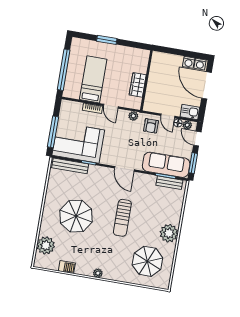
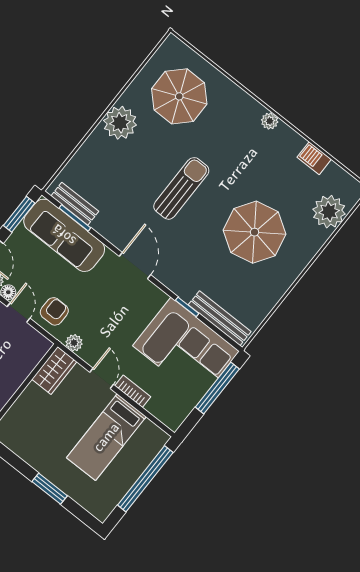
wardrobe: (138, 85) -> (54, 370), moved

